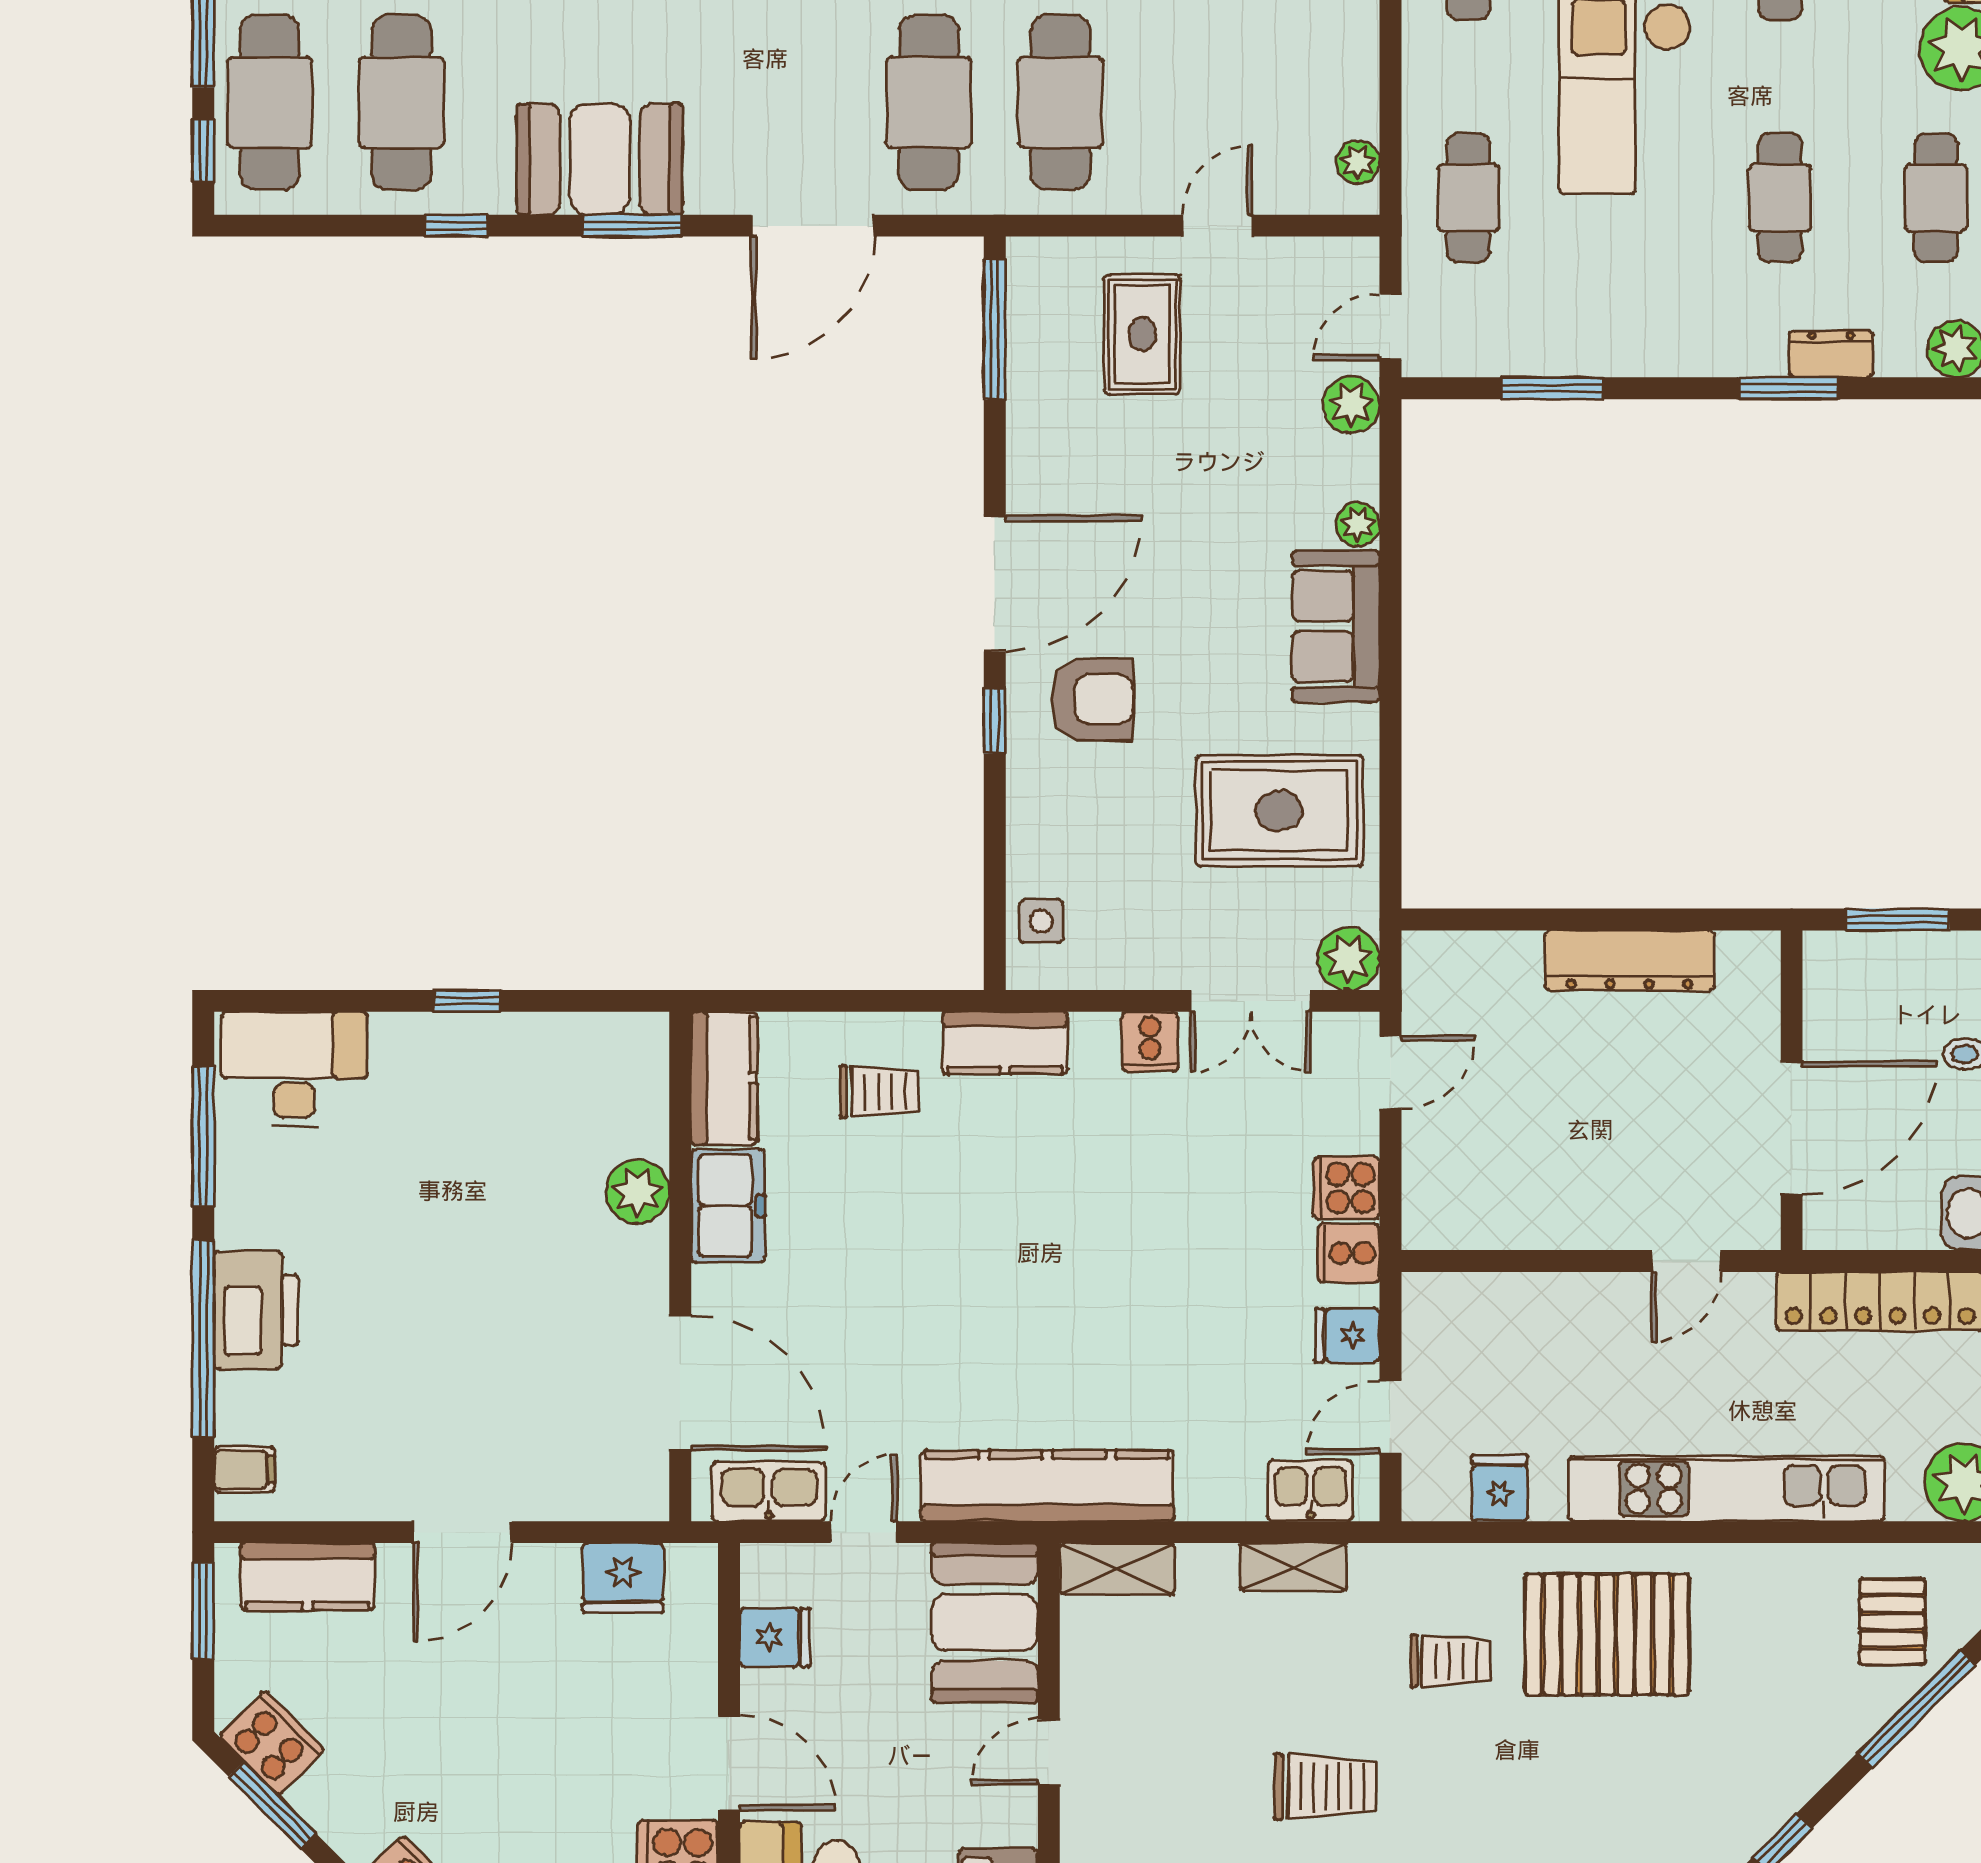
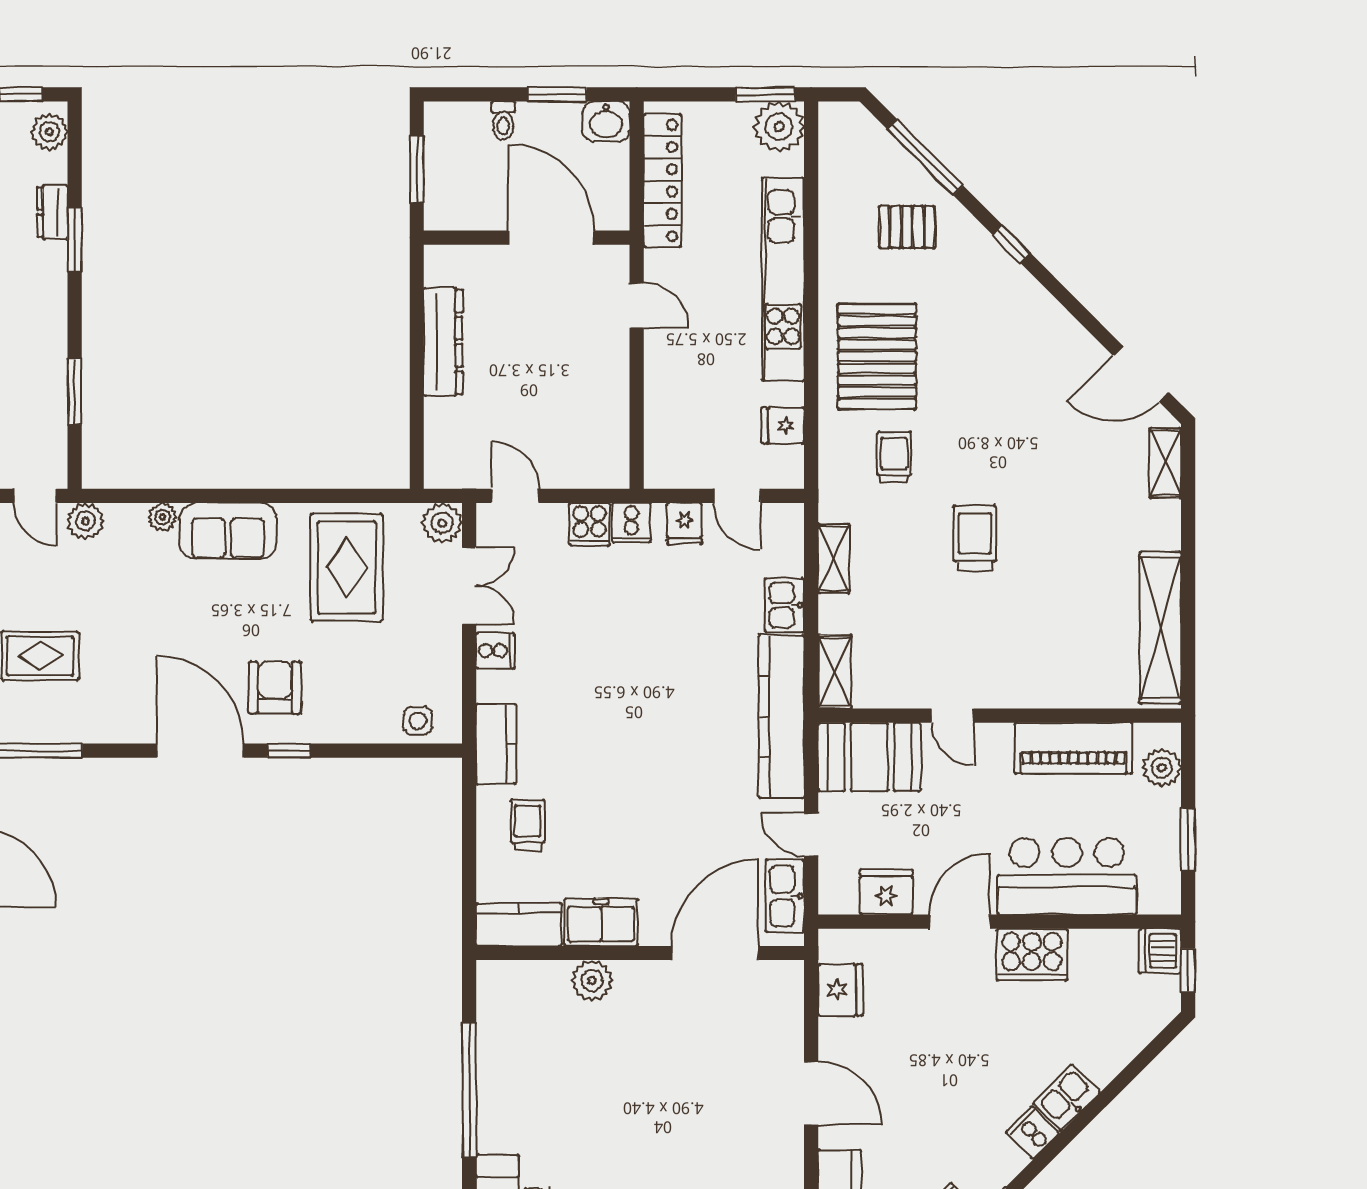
window: (467, 1001) -> (469, 1090), width x3.17
kitchen sink: (1310, 1491) -> (784, 605), moved
pallet: (1892, 1622) -> (907, 227), moved
fridge: (775, 1637) -> (886, 892), width x1.38

